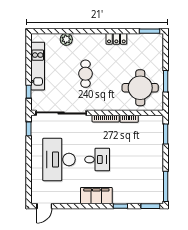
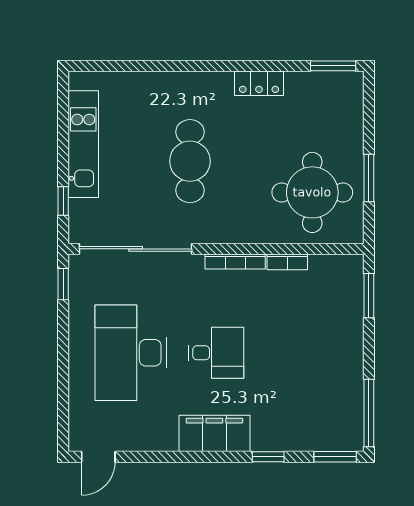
plant: (66, 39) -> (147, 84), removed
cafe table: (85, 74) -> (190, 161), width x1.37, depth x1.35

